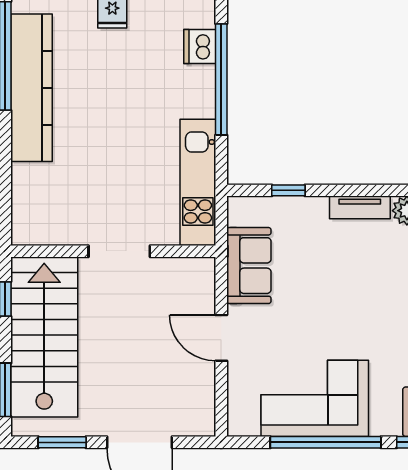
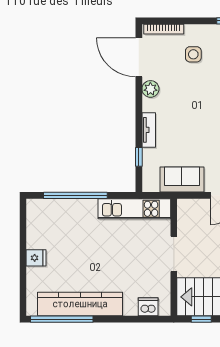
dishwasher: (200, 47) -> (148, 307), moved, turned 180
tv unit: (360, 207) -> (149, 130), moved

